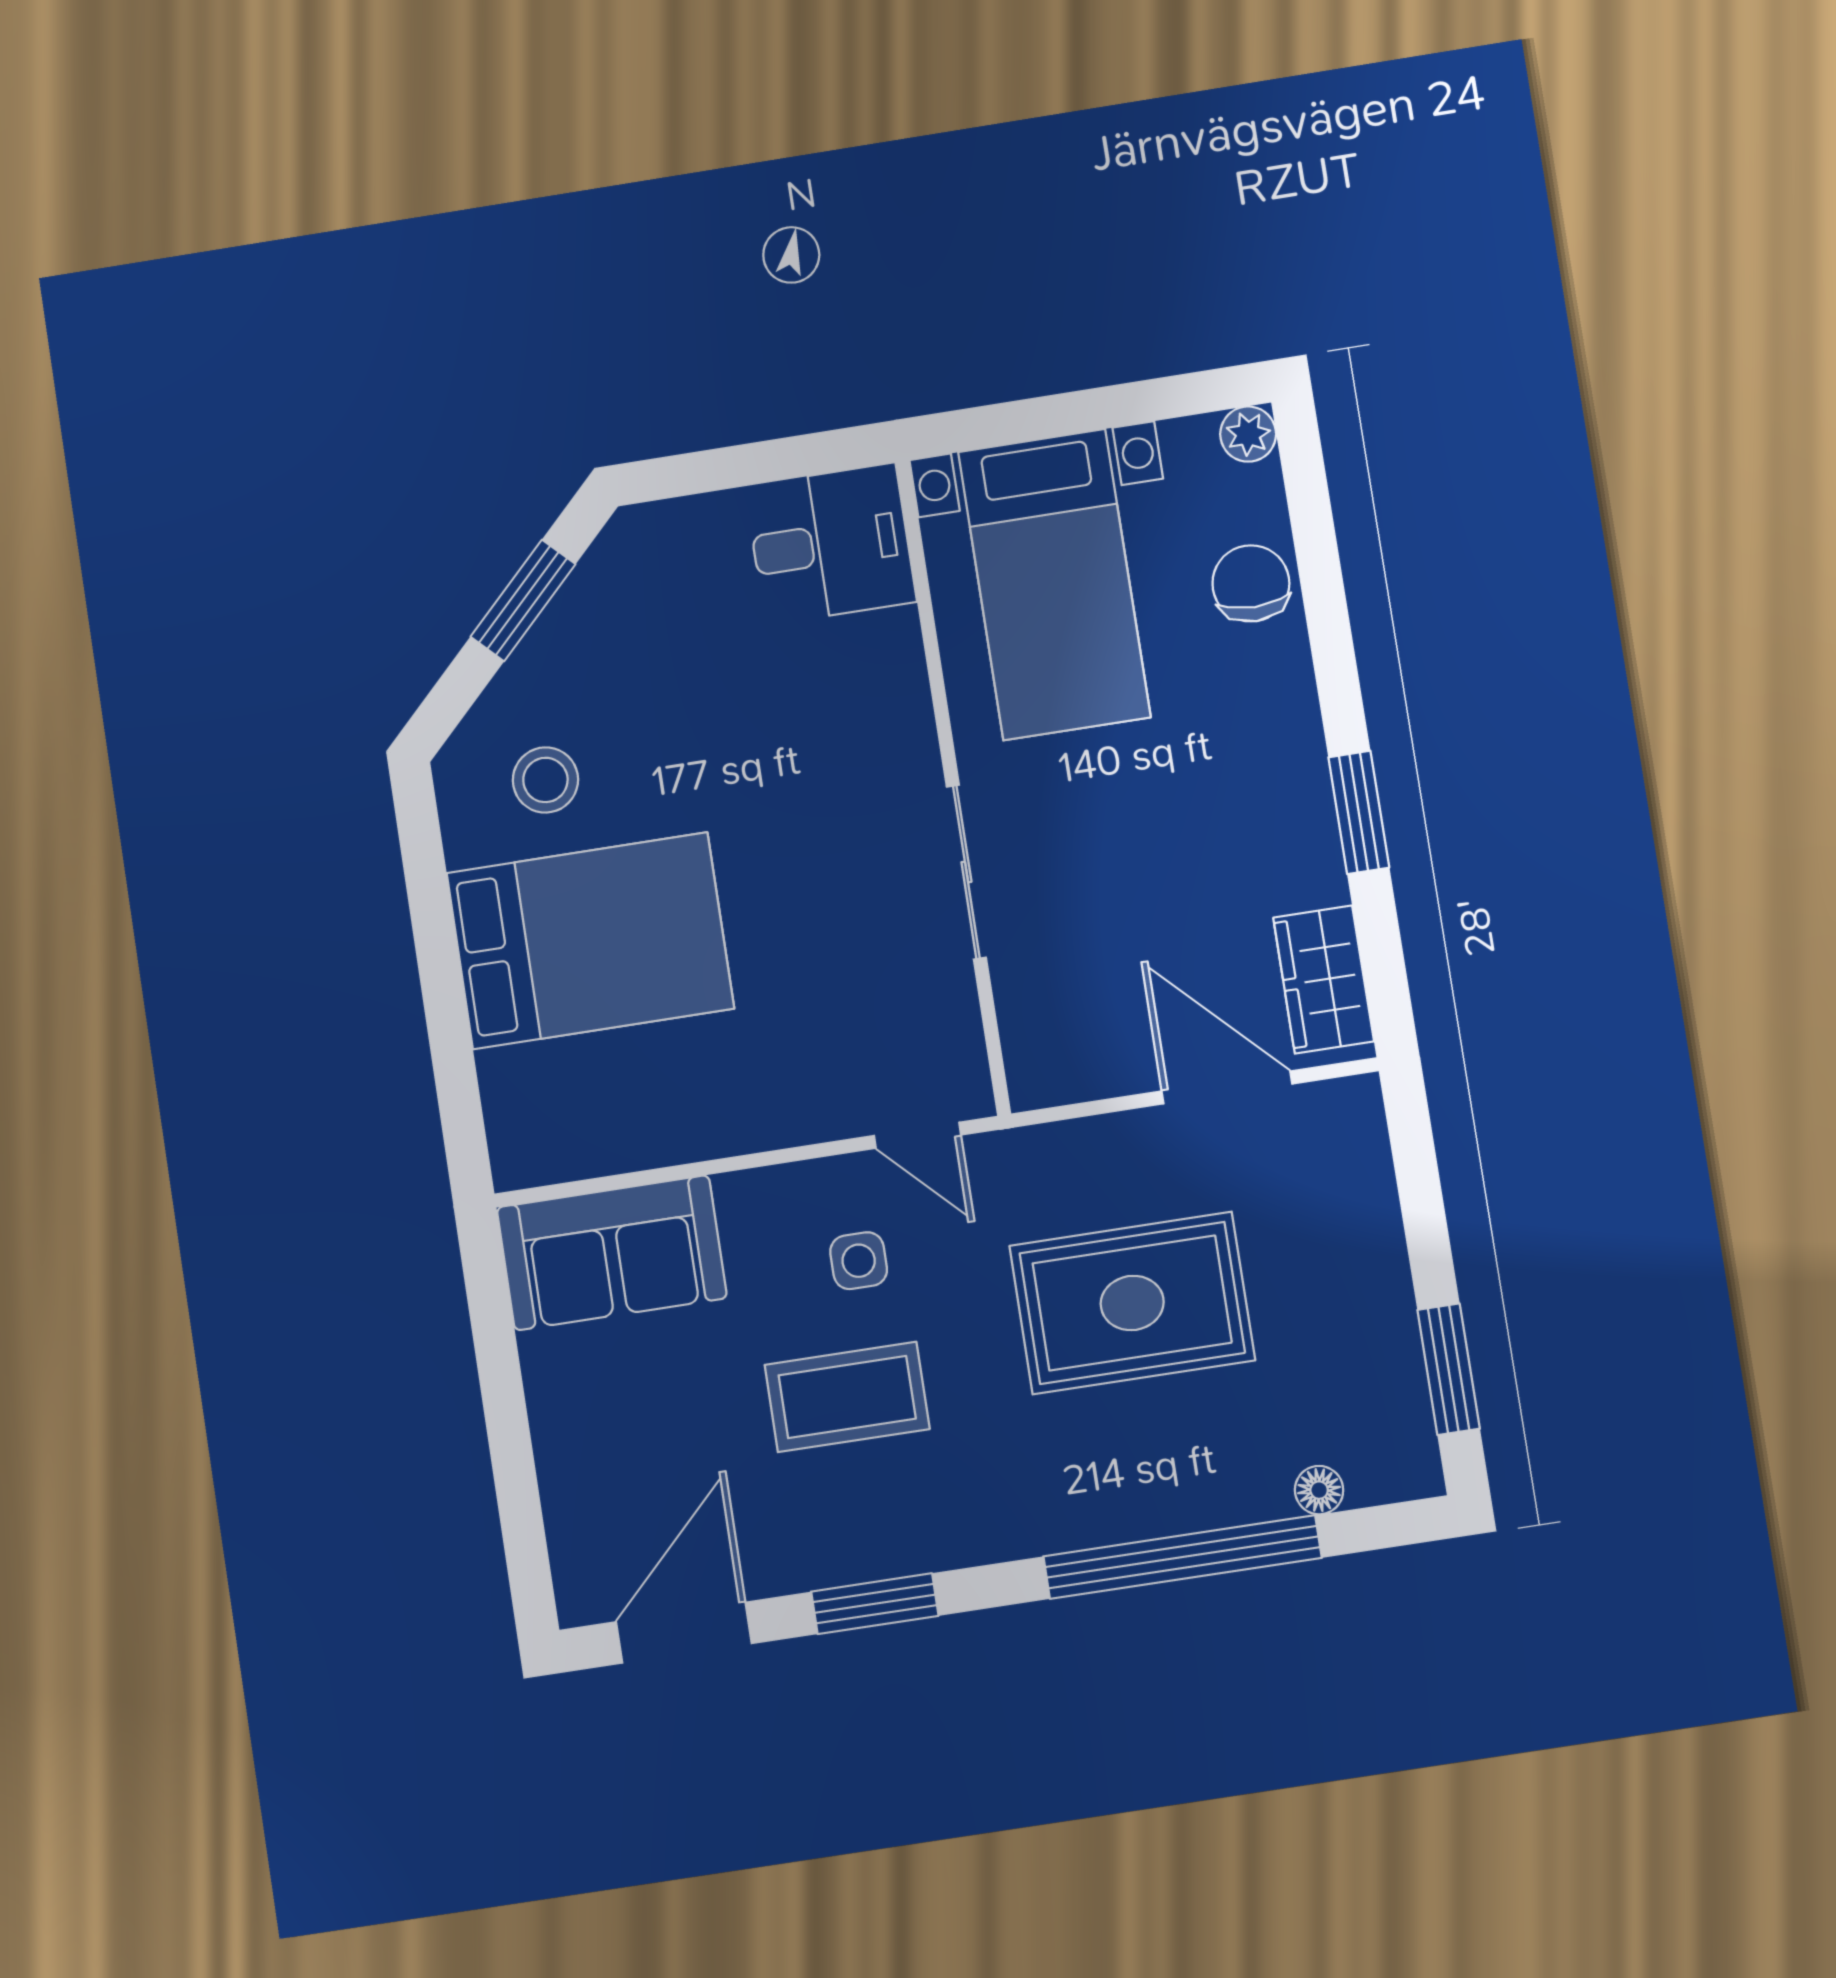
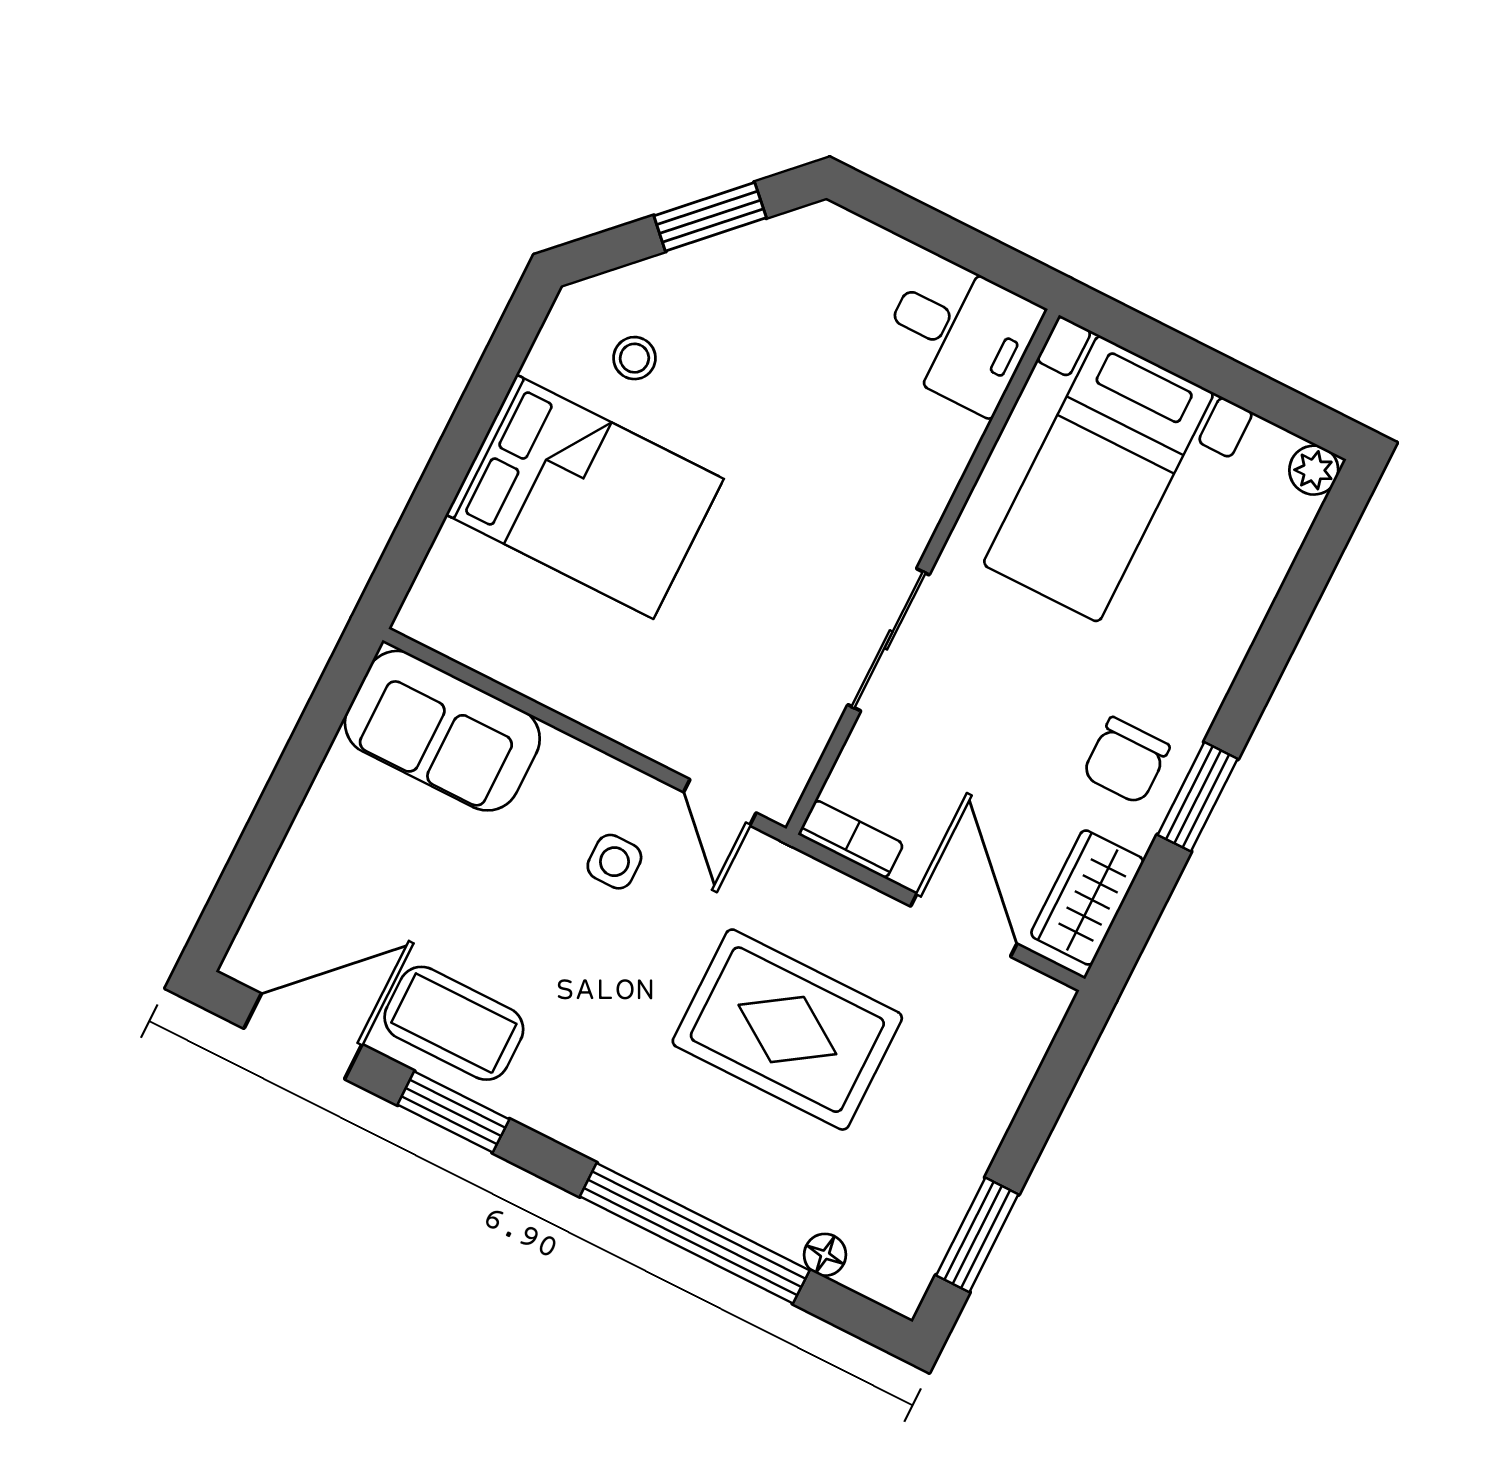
chair: (1251, 583) -> (1126, 761), moved, turned 180
stool: (545, 780) -> (634, 358), width x0.73, depth x0.73
bookcase: (1064, 1082) -> (851, 839), added
coffee table: (847, 1397) -> (454, 1023), moved

